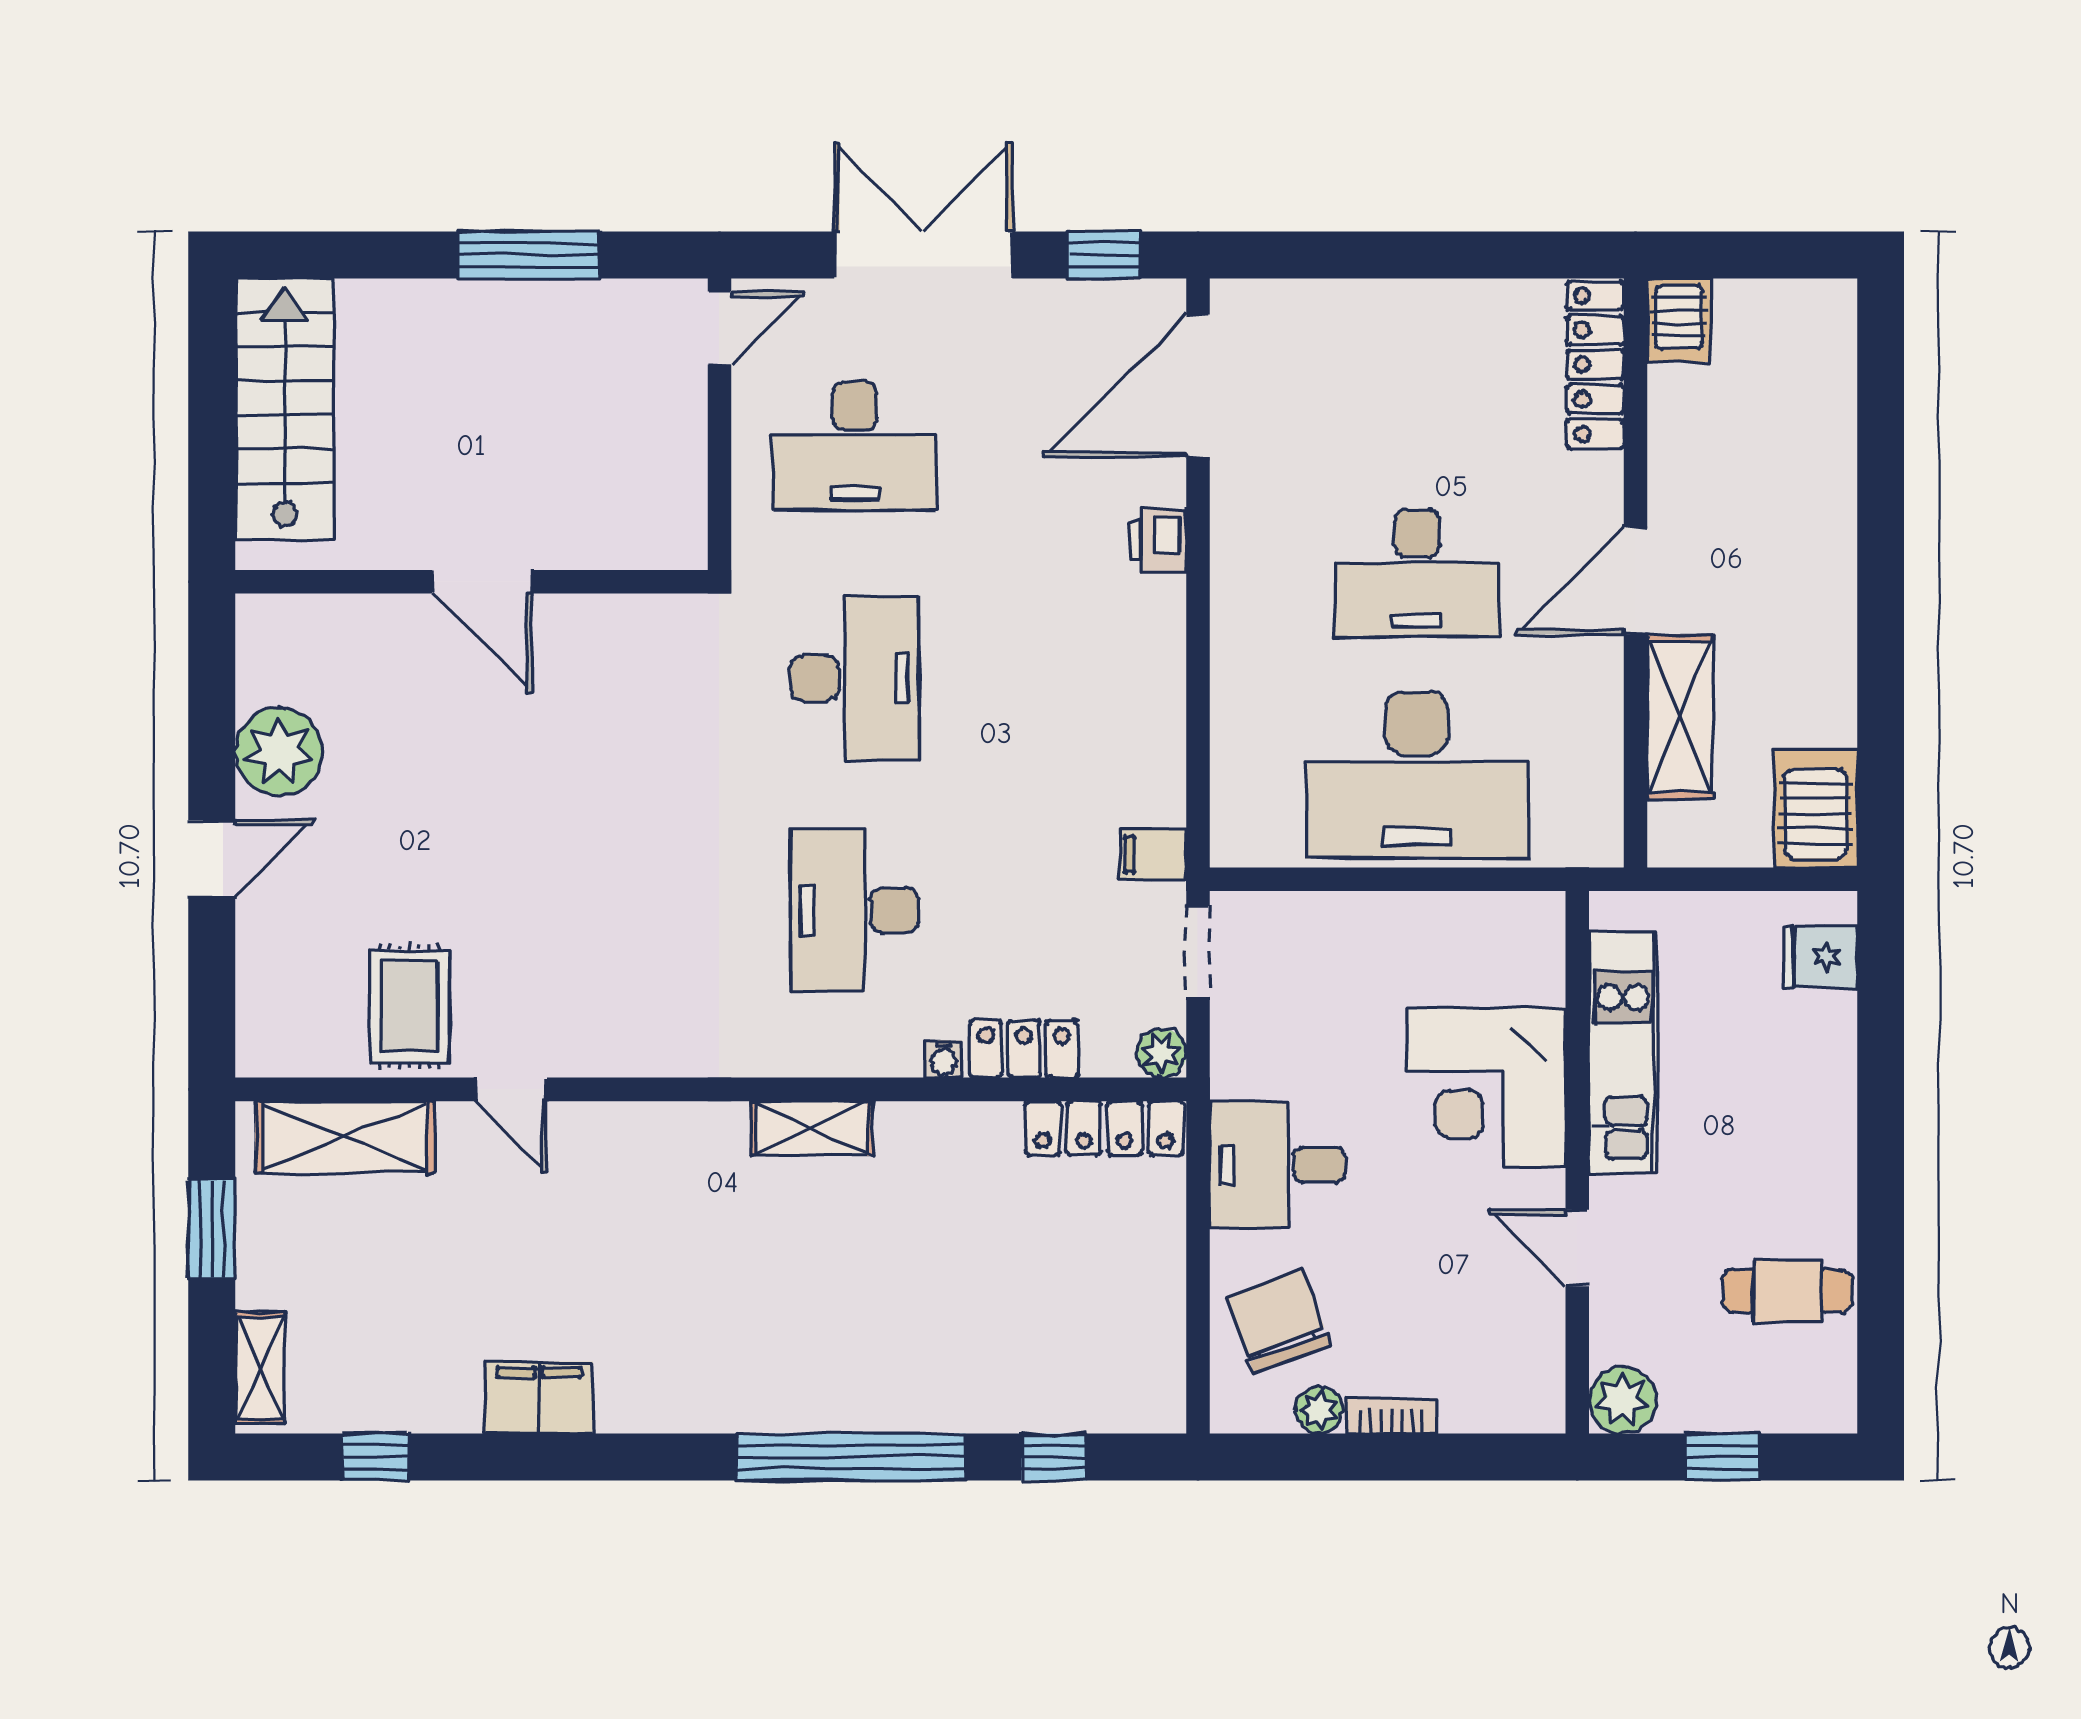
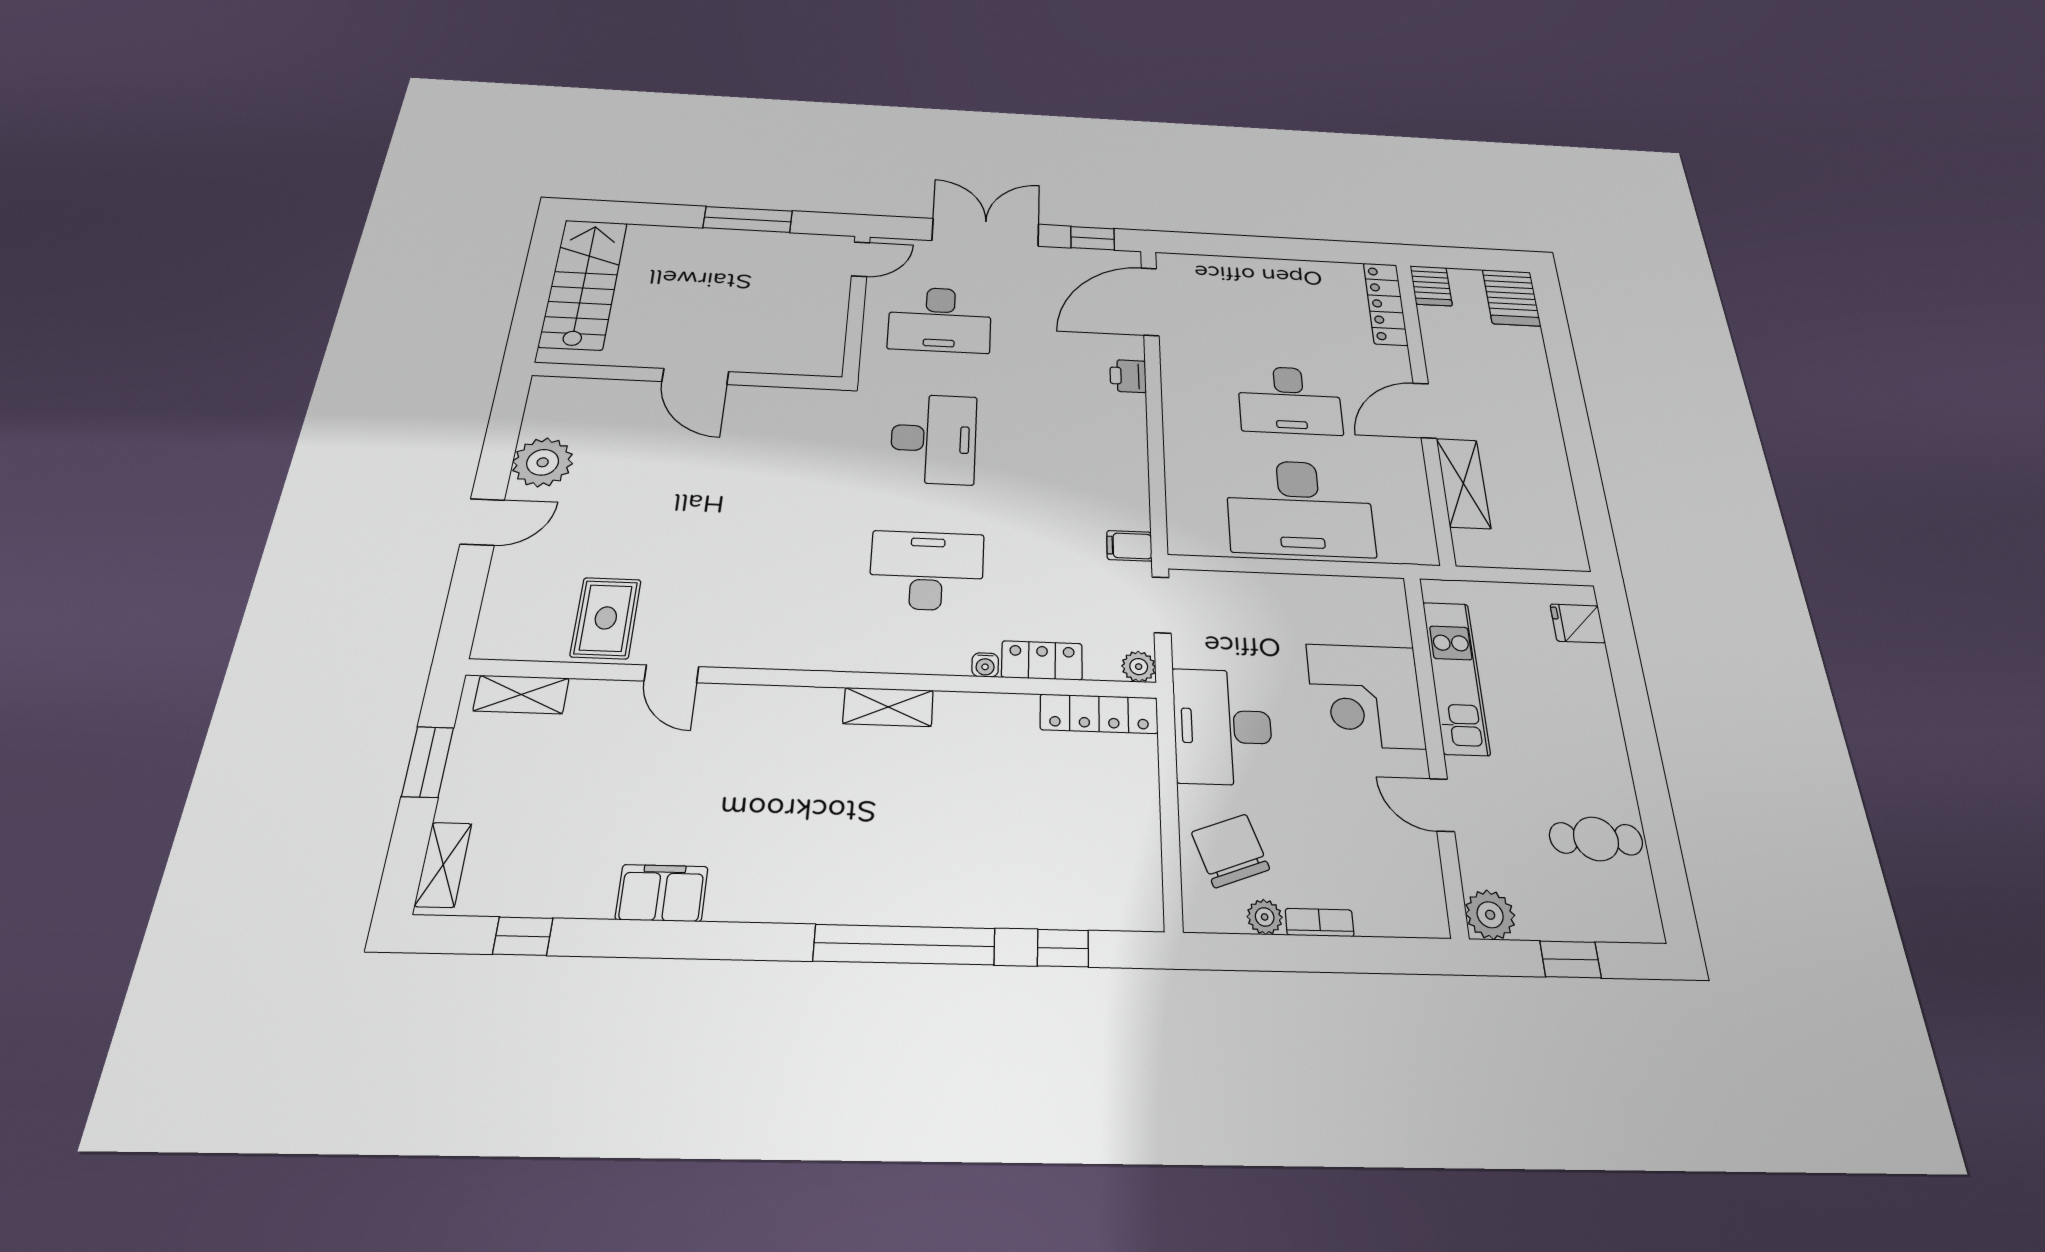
server rack: (1815, 809) -> (1511, 298), moved, turned 180
desk: (855, 910) -> (927, 571), turned 90
shelving: (345, 1137) -> (521, 694), width x0.67, depth x0.75
desk: (1278, 1165) -> (1223, 726), width x1.37

